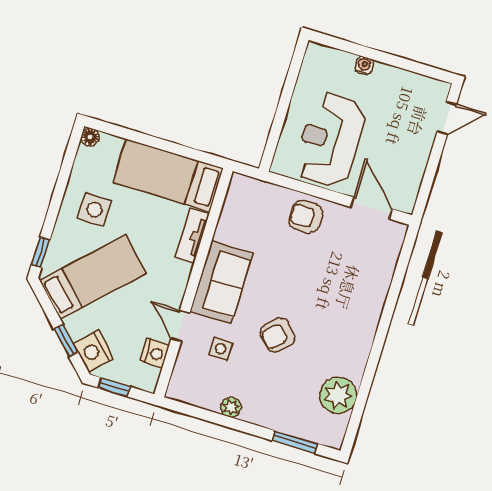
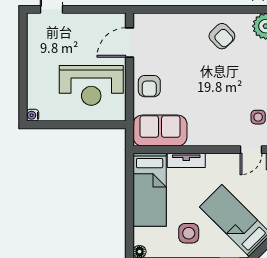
water cooler: (364, 65) -> (33, 115), moved
sofa: (221, 283) -> (160, 131), moved
armchair: (278, 335) -> (222, 36), moved

